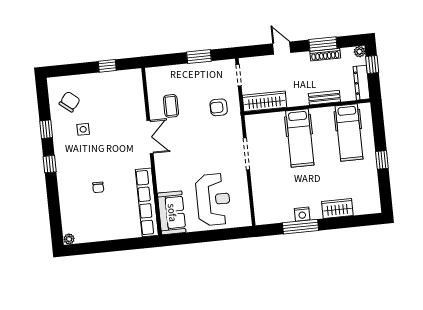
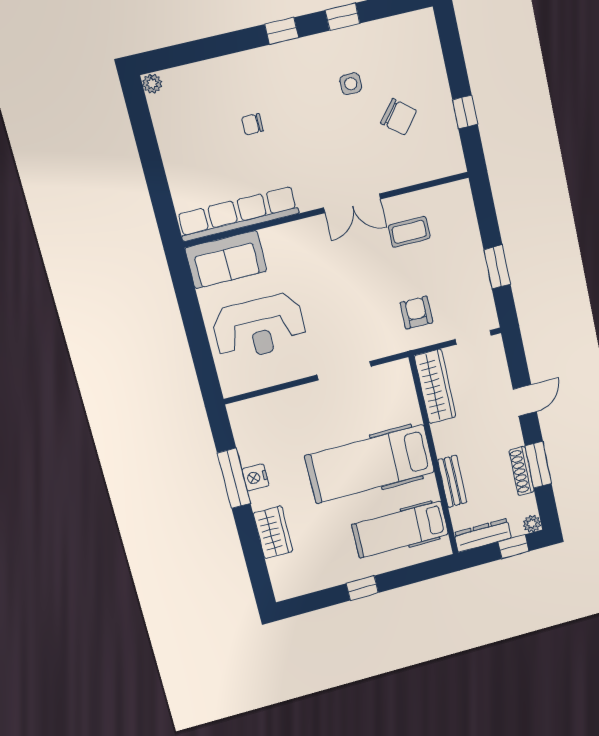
chair: (70, 102) -> (399, 117), moved
hospital bed: (300, 138) -> (370, 464), width x1.37, depth x1.29

